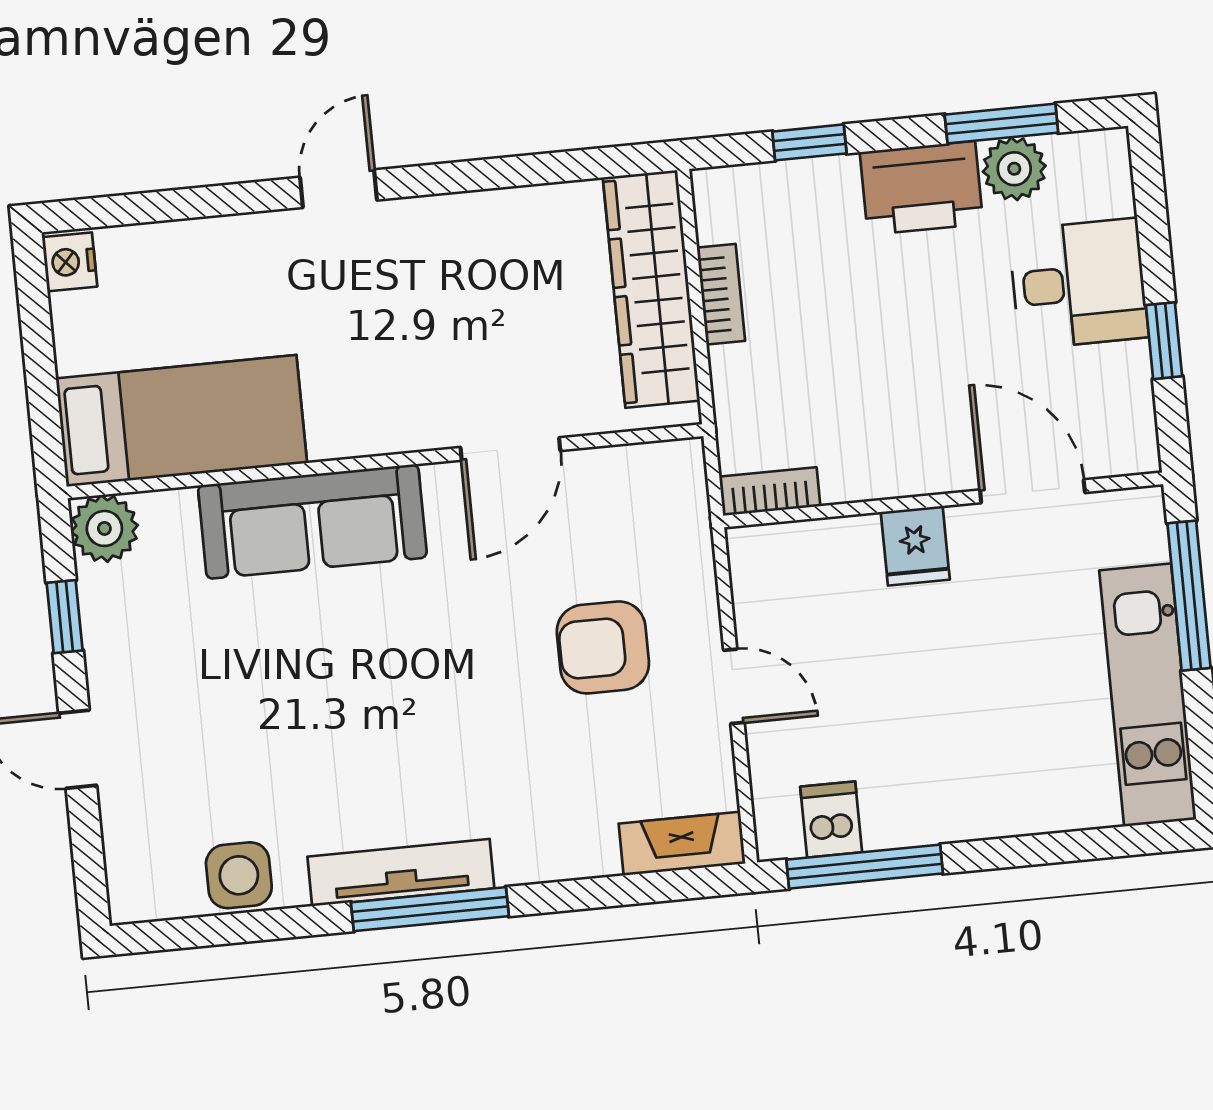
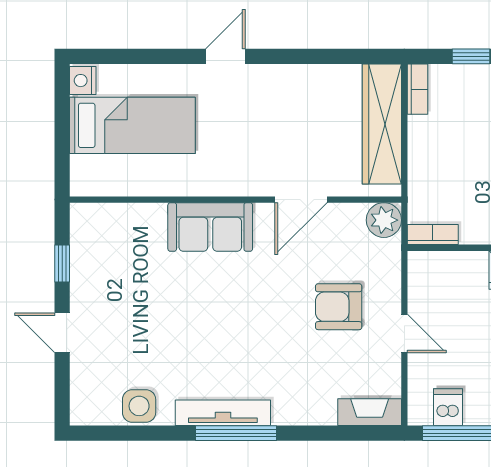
bookcase: (721, 294) -> (418, 89), moved
bed: (181, 421) -> (132, 125), moved
sofa: (312, 522) -> (210, 227), width x0.73
plant: (104, 528) -> (384, 220), moved

